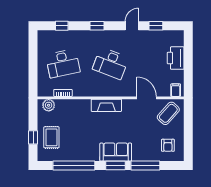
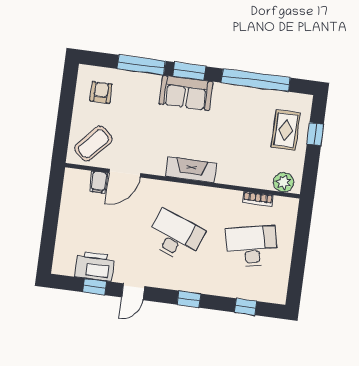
printer: (176, 58) -> (95, 266), moved, turned -90
filing cabinet: (176, 90) -> (99, 182), moved
door: (147, 98) -> (125, 173), hinge flipped

